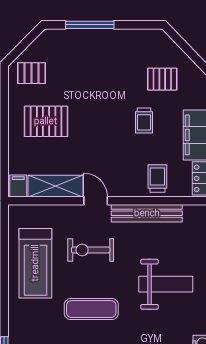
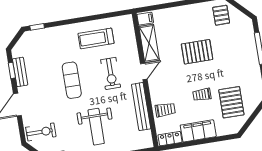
pallet: (162, 79) -> (231, 102), width x1.50, depth x1.42
pallet: (46, 121) -> (197, 52), moved, turned 90
exercise bike: (91, 250) -> (111, 73), turned 180
treadmill: (35, 263) -> (96, 38), width x0.73, depth x0.73

